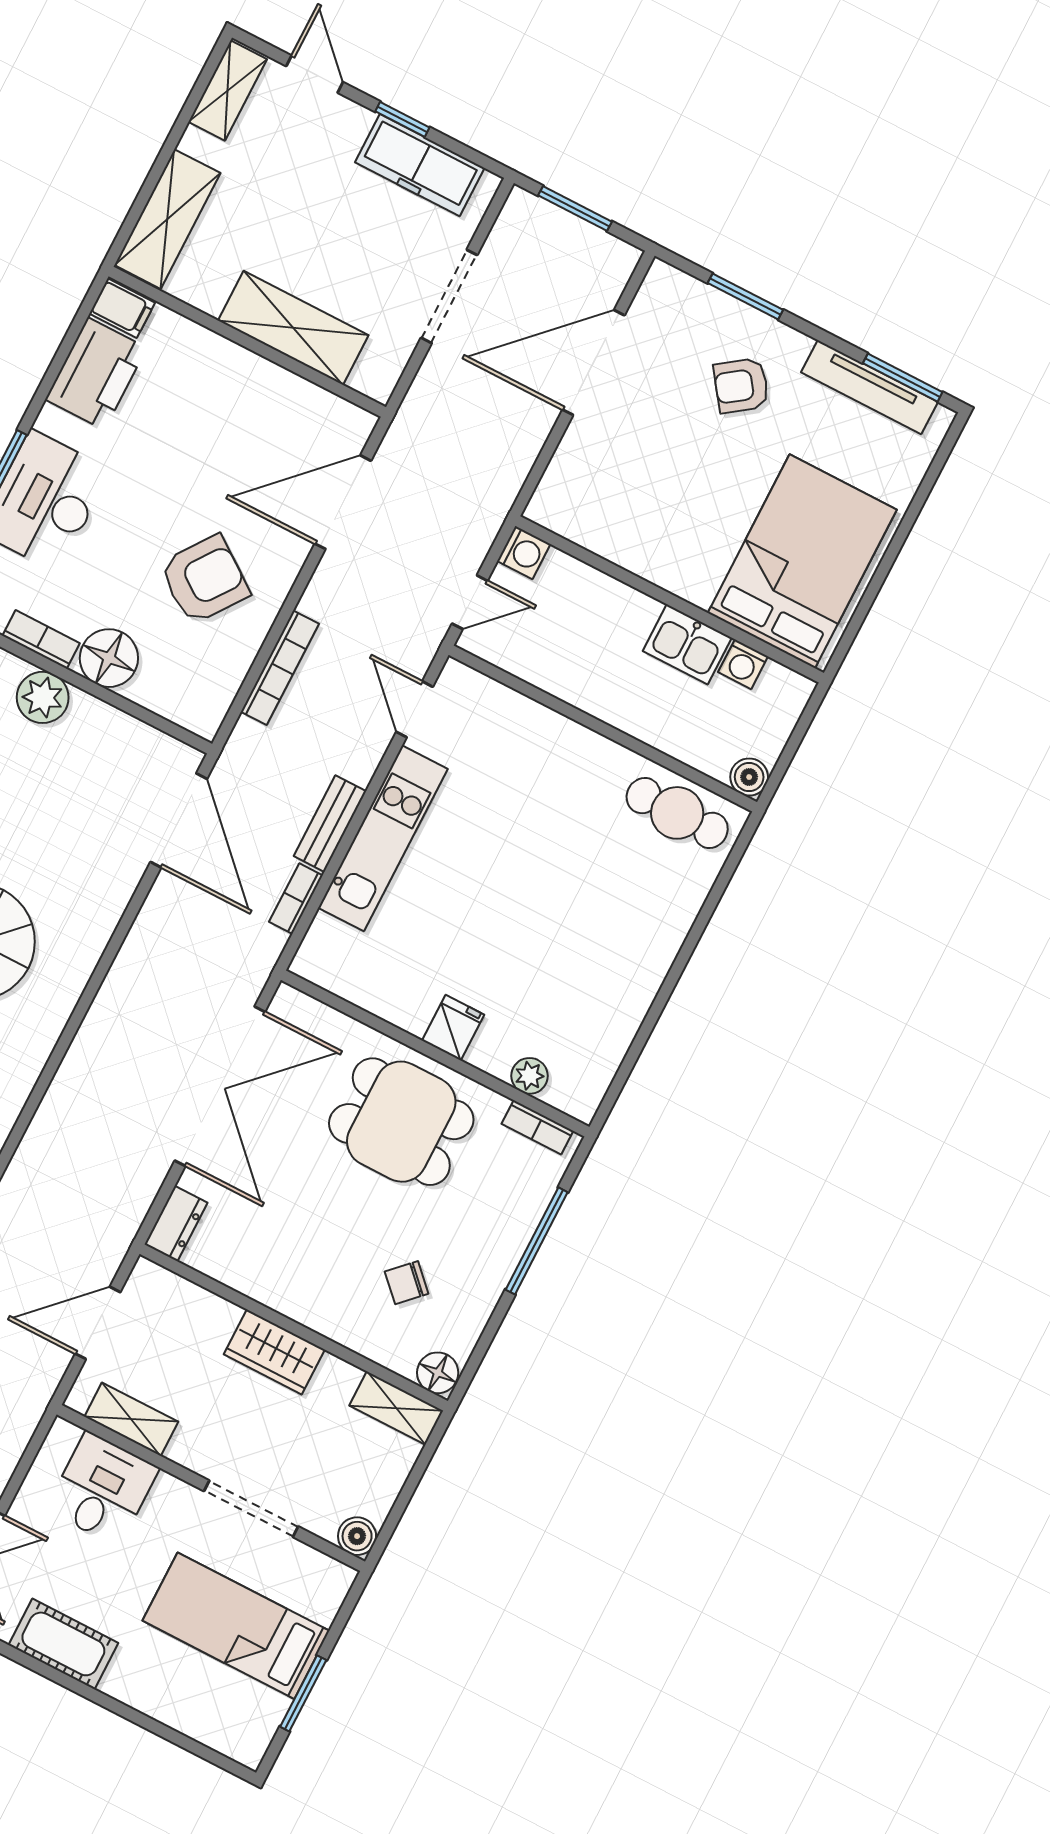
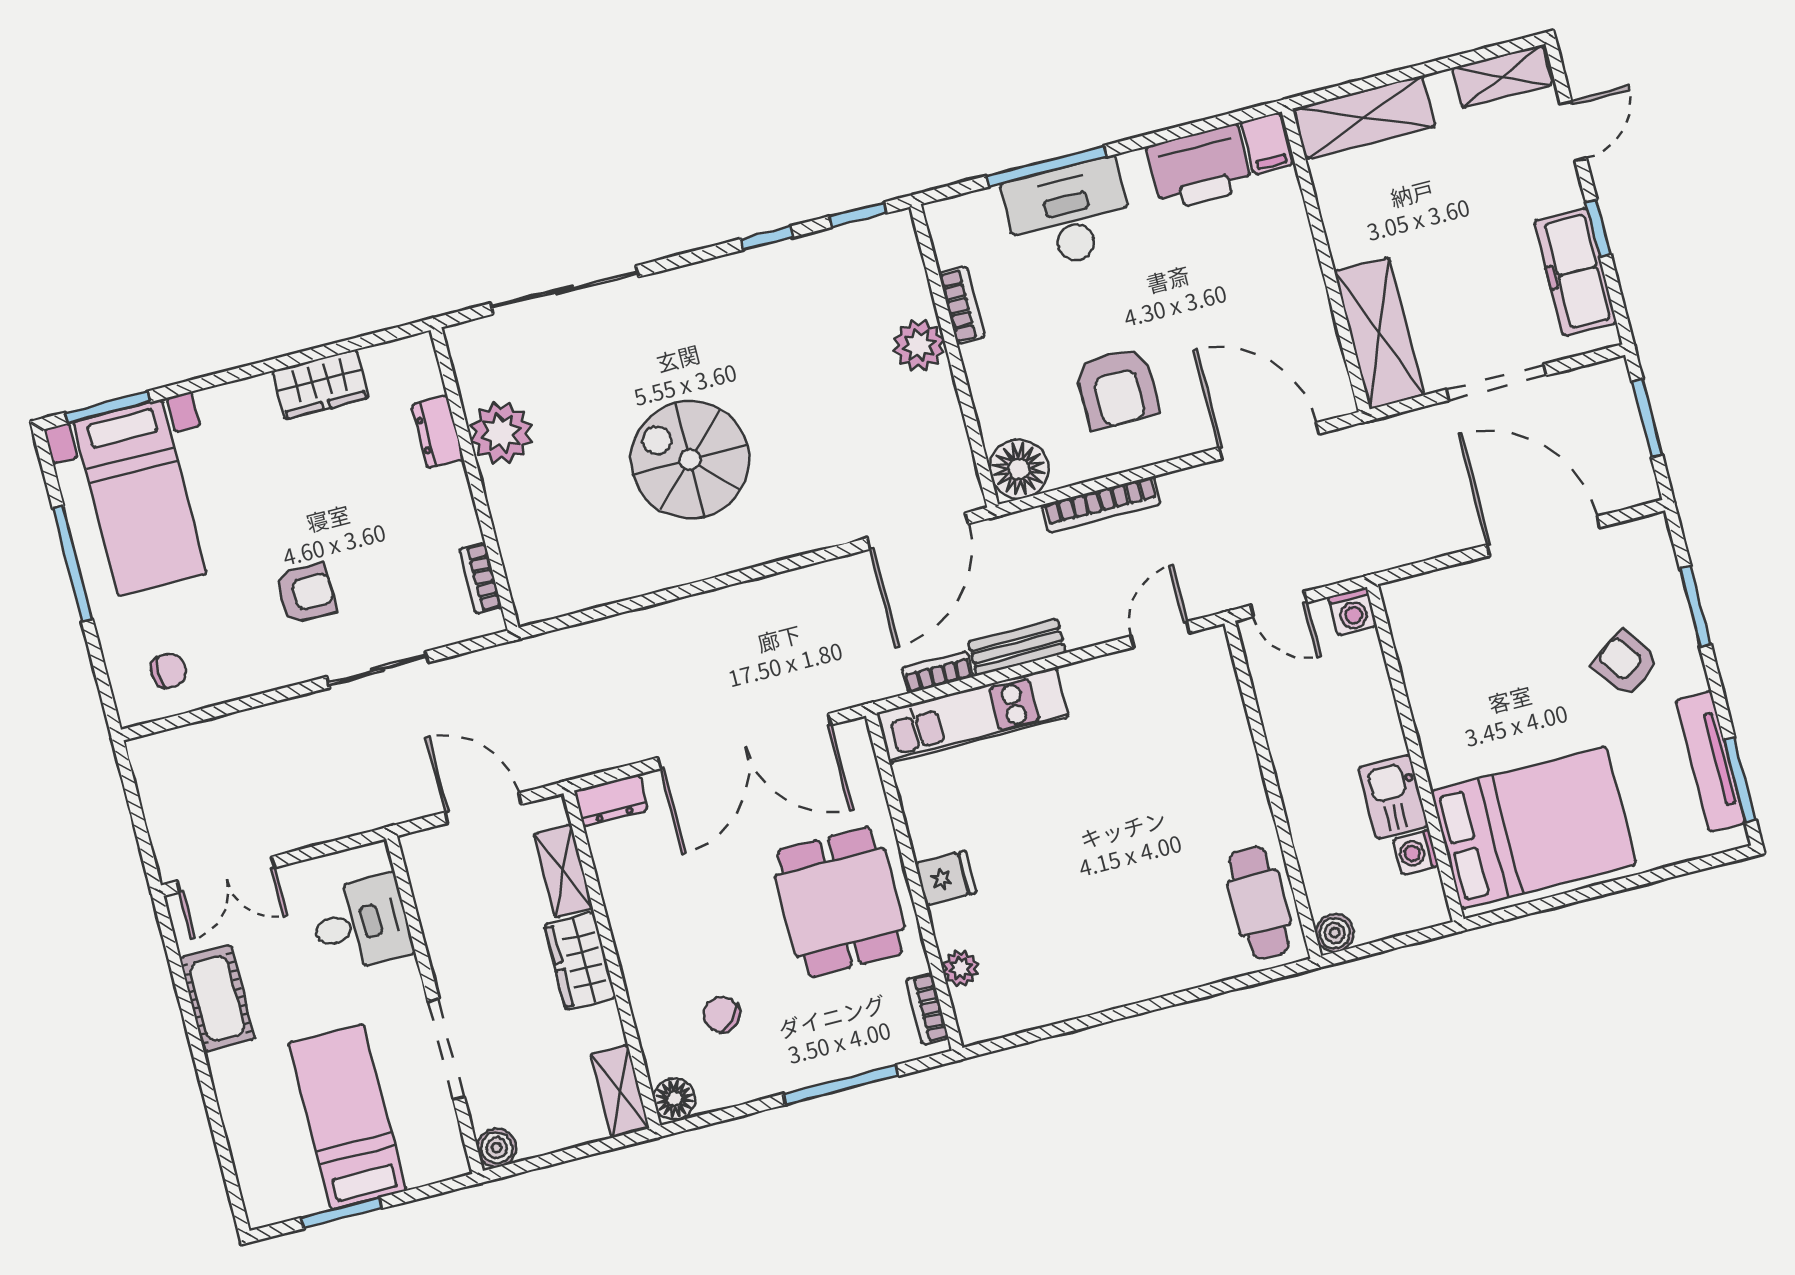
shelving: (293, 328) -> (1379, 333), moved
armchair: (204, 580) -> (1117, 388), turned 54
floor lamp: (109, 658) -> (1019, 469), moved
kitchen unit: (383, 838) -> (973, 715), moved
shelving: (131, 1419) -> (563, 871), moved

